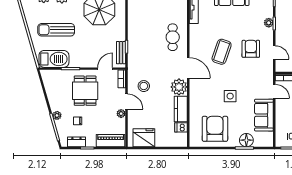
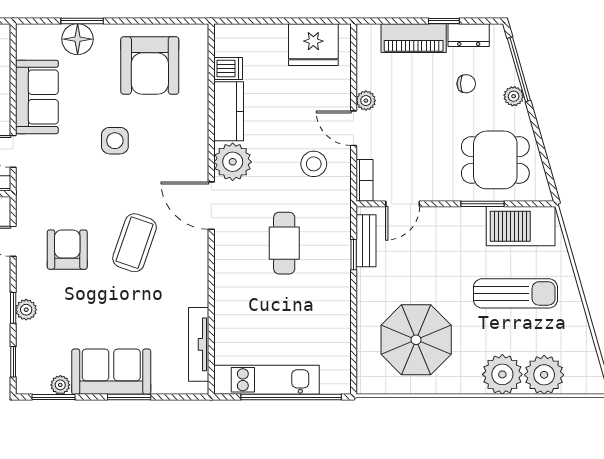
cafe table: (173, 37) -> (284, 243), moved
armchair: (251, 49) -> (67, 250), turned 180
dining table: (85, 91) -> (495, 160), moved, turned 90
piano: (111, 141) -> (414, 38), moved

